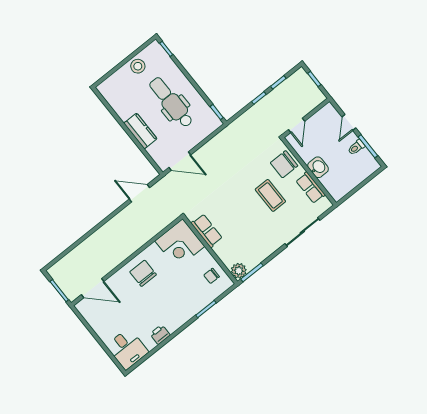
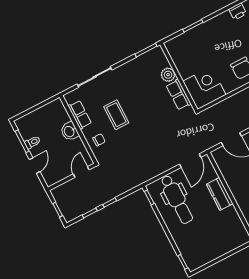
stool: (138, 66) -> (211, 251), removed
dental chair: (171, 102) -> (177, 199), moved
door: (180, 161) -> (190, 161), swing flipped
chair: (284, 164) -> (99, 140), width x0.54, depth x0.54
plant: (239, 271) -> (168, 75), moved
chair: (212, 276) -> (182, 54), removed

